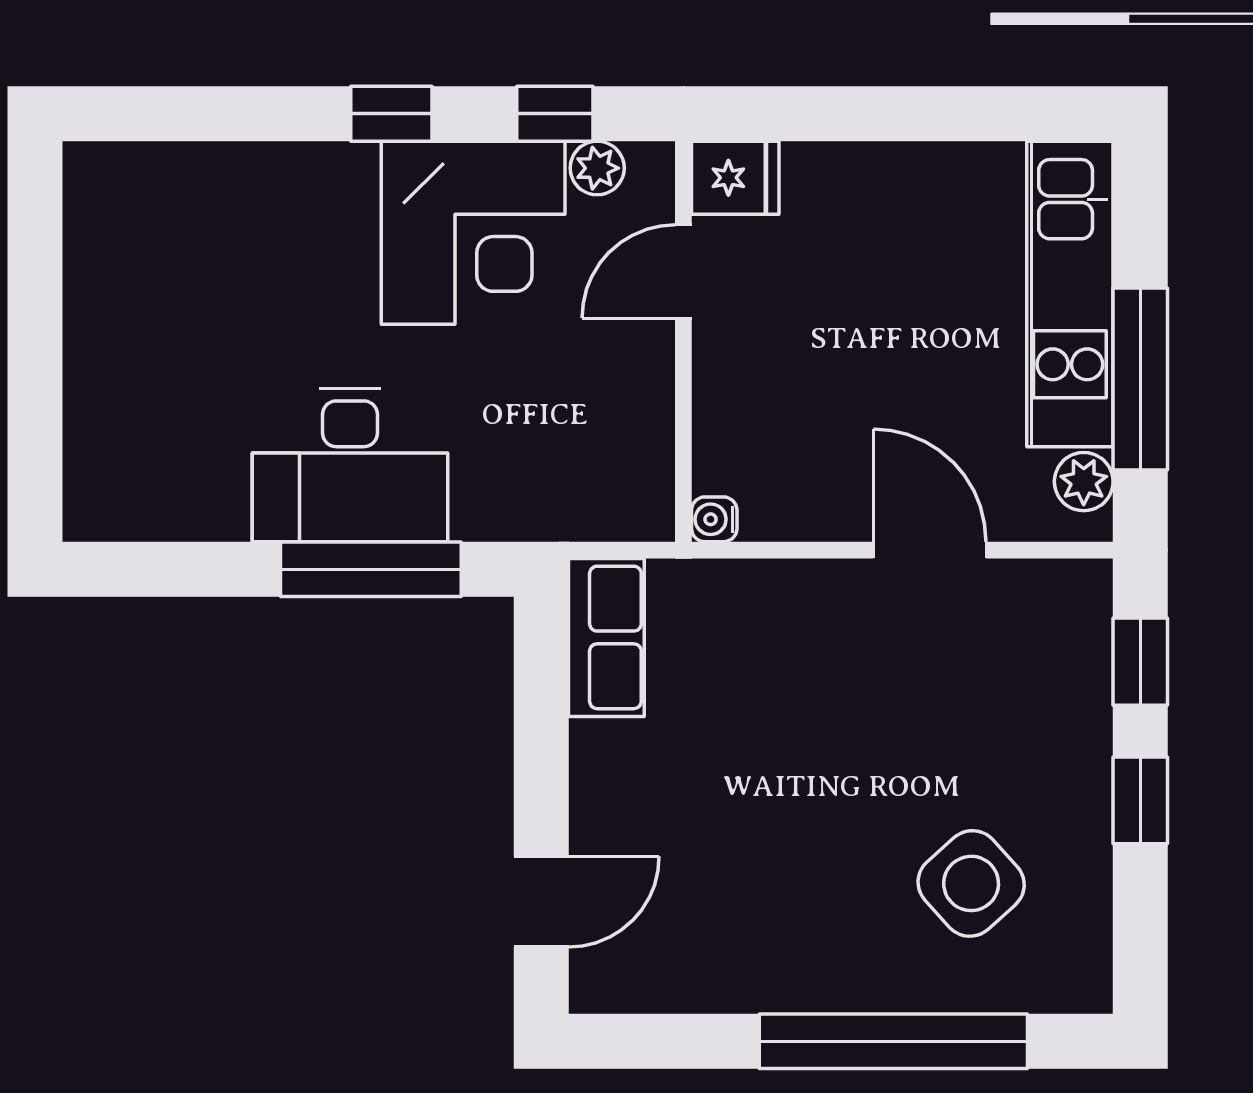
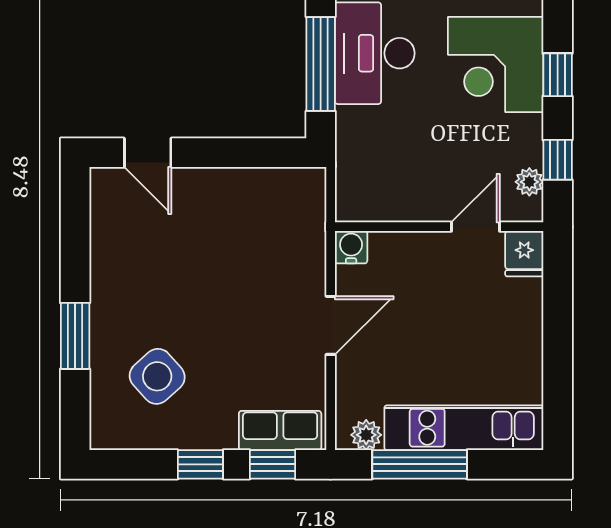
corner desk: (473, 233) -> (496, 65), moved
door: (683, 272) -> (475, 227), hinge flipped
water cooler: (714, 519) -> (351, 247), width x1.38, depth x1.38
door: (930, 550) -> (331, 325), moved
row of seats: (606, 637) -> (280, 430), moved, turned 180
window: (893, 1041) -> (75, 336), width x0.47

